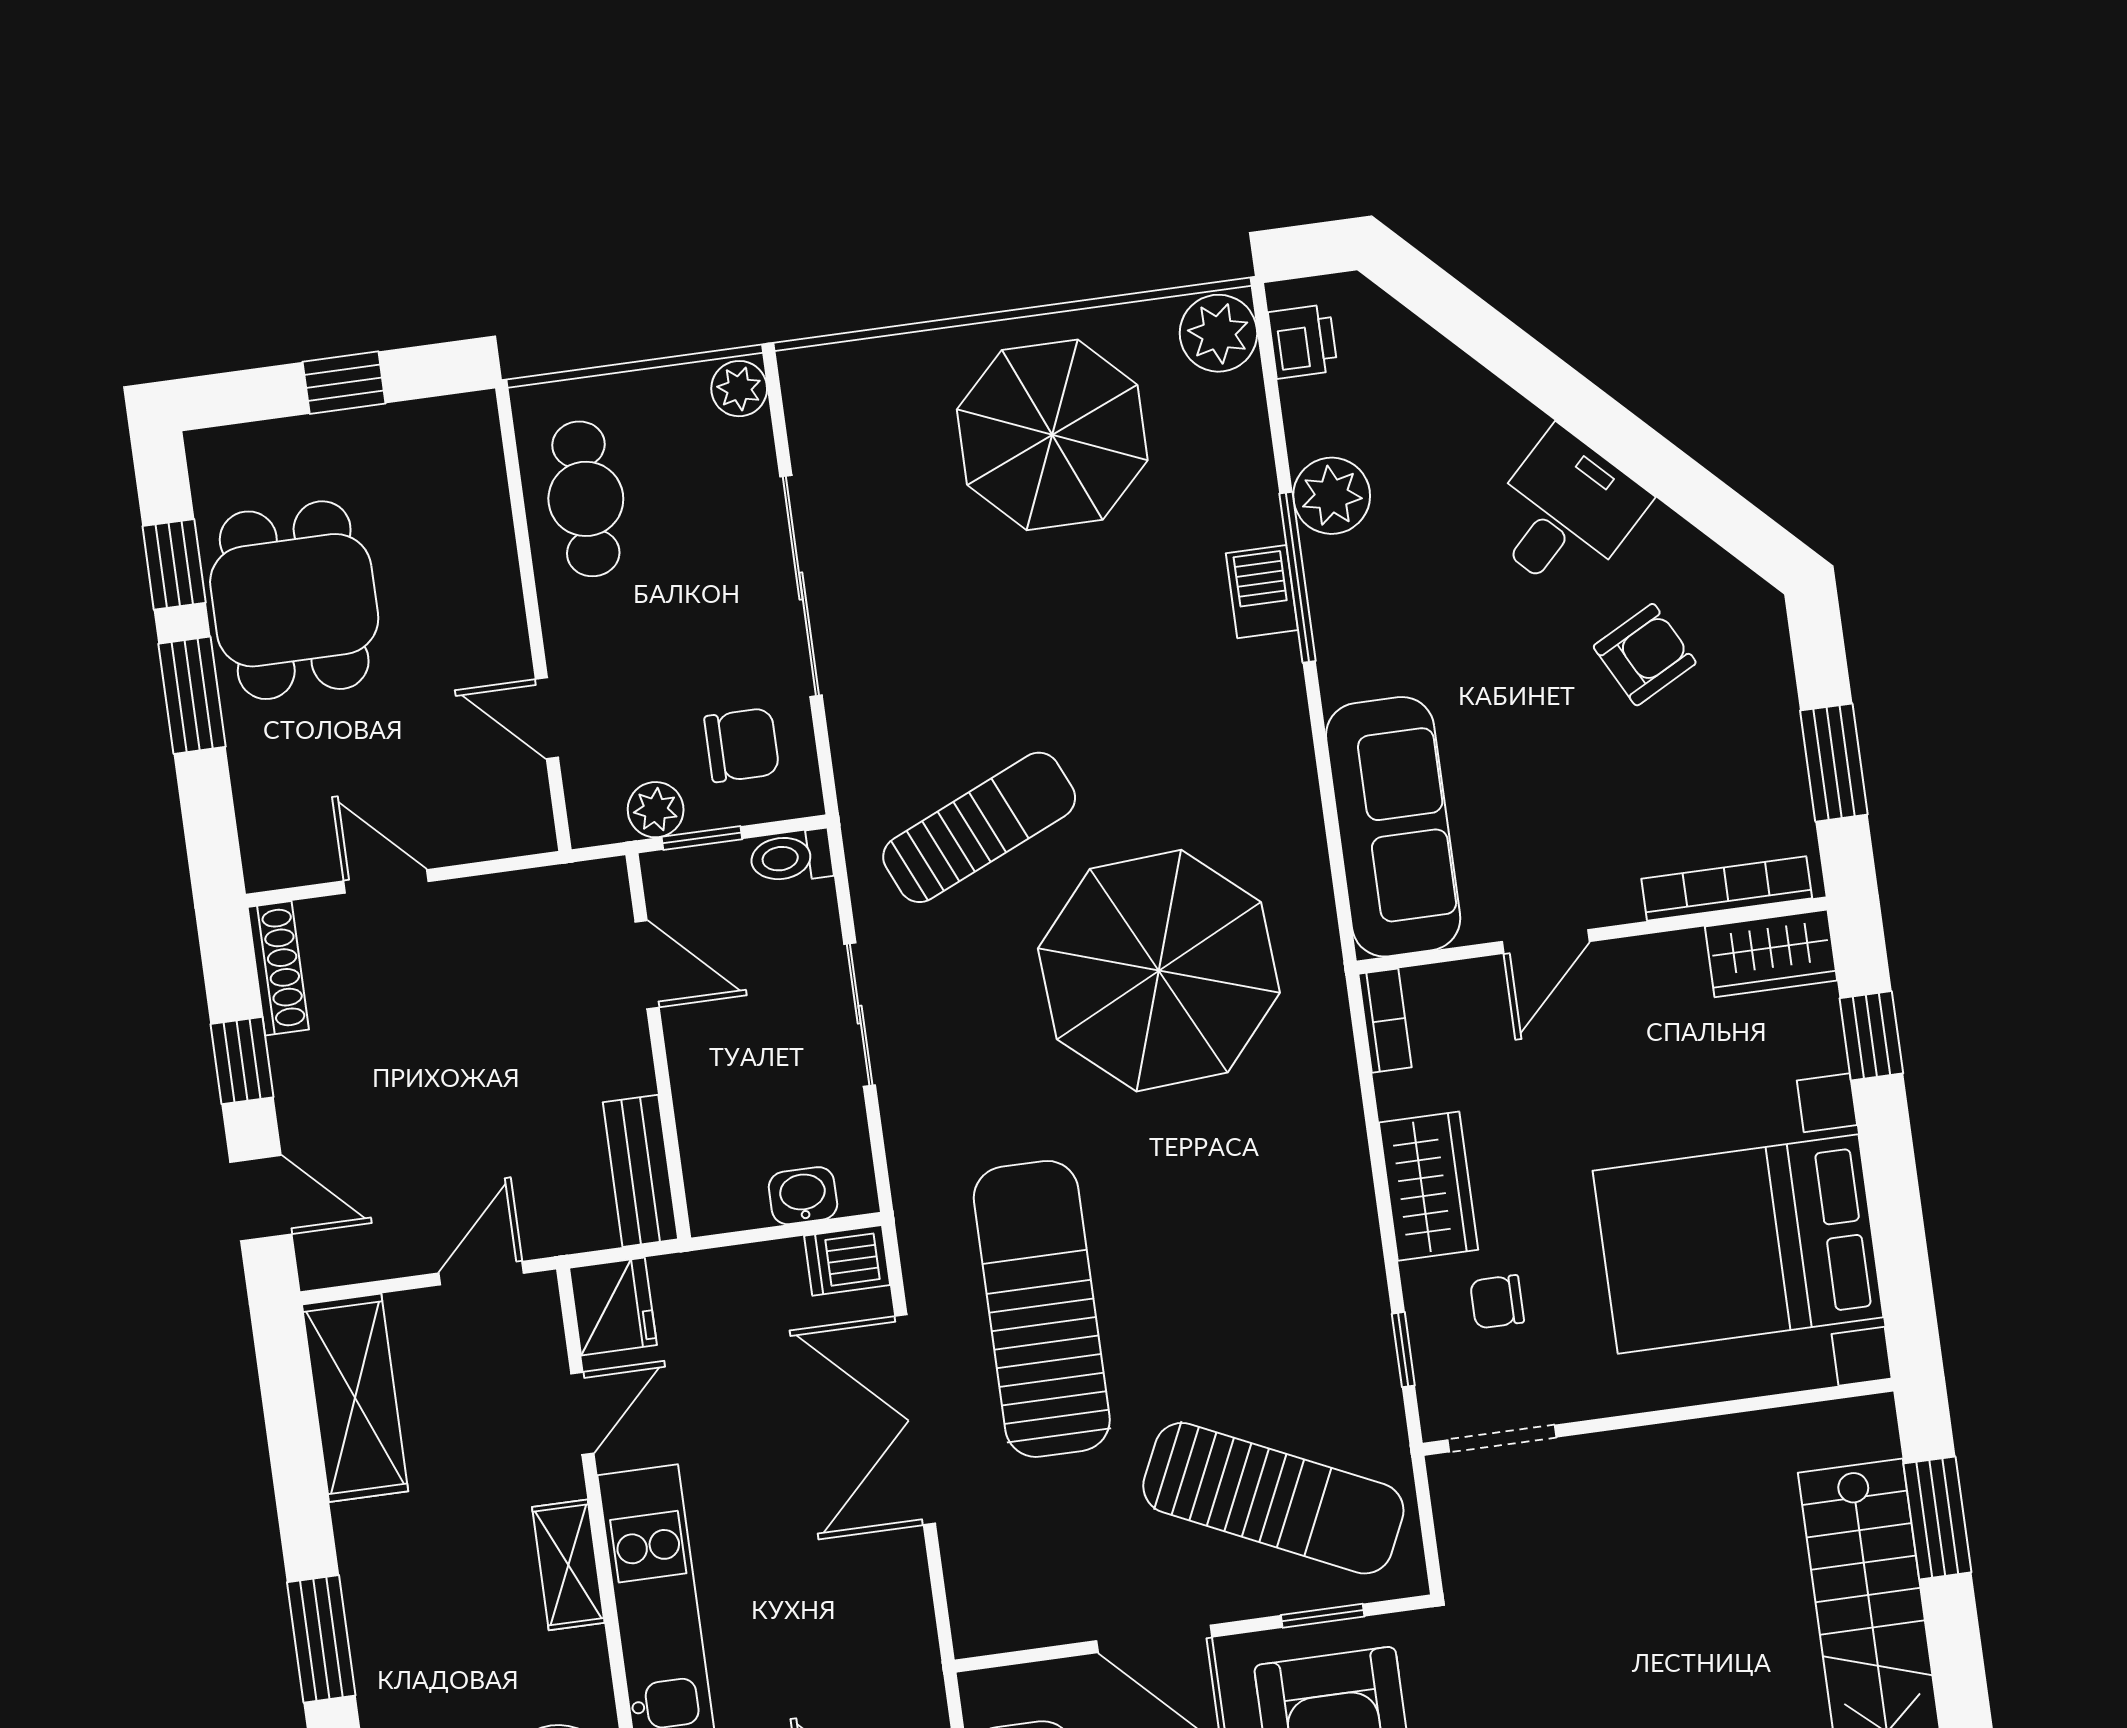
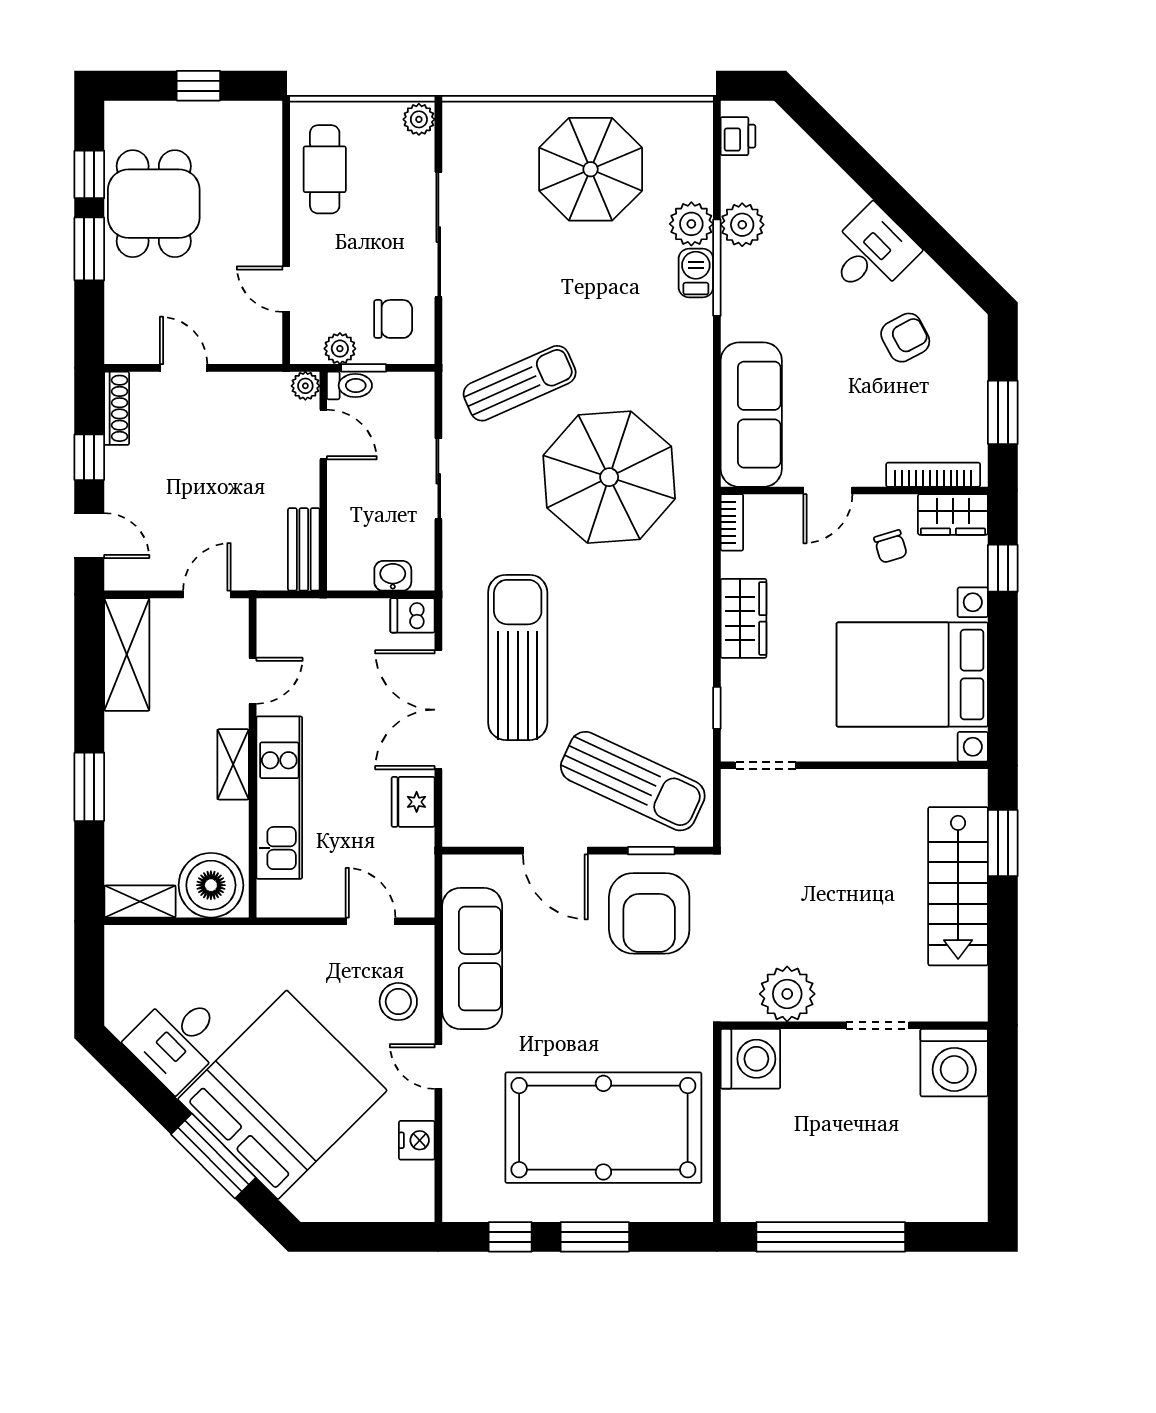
plant: (1218, 333) -> (691, 224), moved
toilet: (791, 857) -> (349, 385), moved, turned 180
plant: (604, 883) -> (305, 386), added
chair: (1497, 1302) -> (891, 546), moved, turned -107
fridge: (613, 1306) -> (413, 802), moved, turned 180

